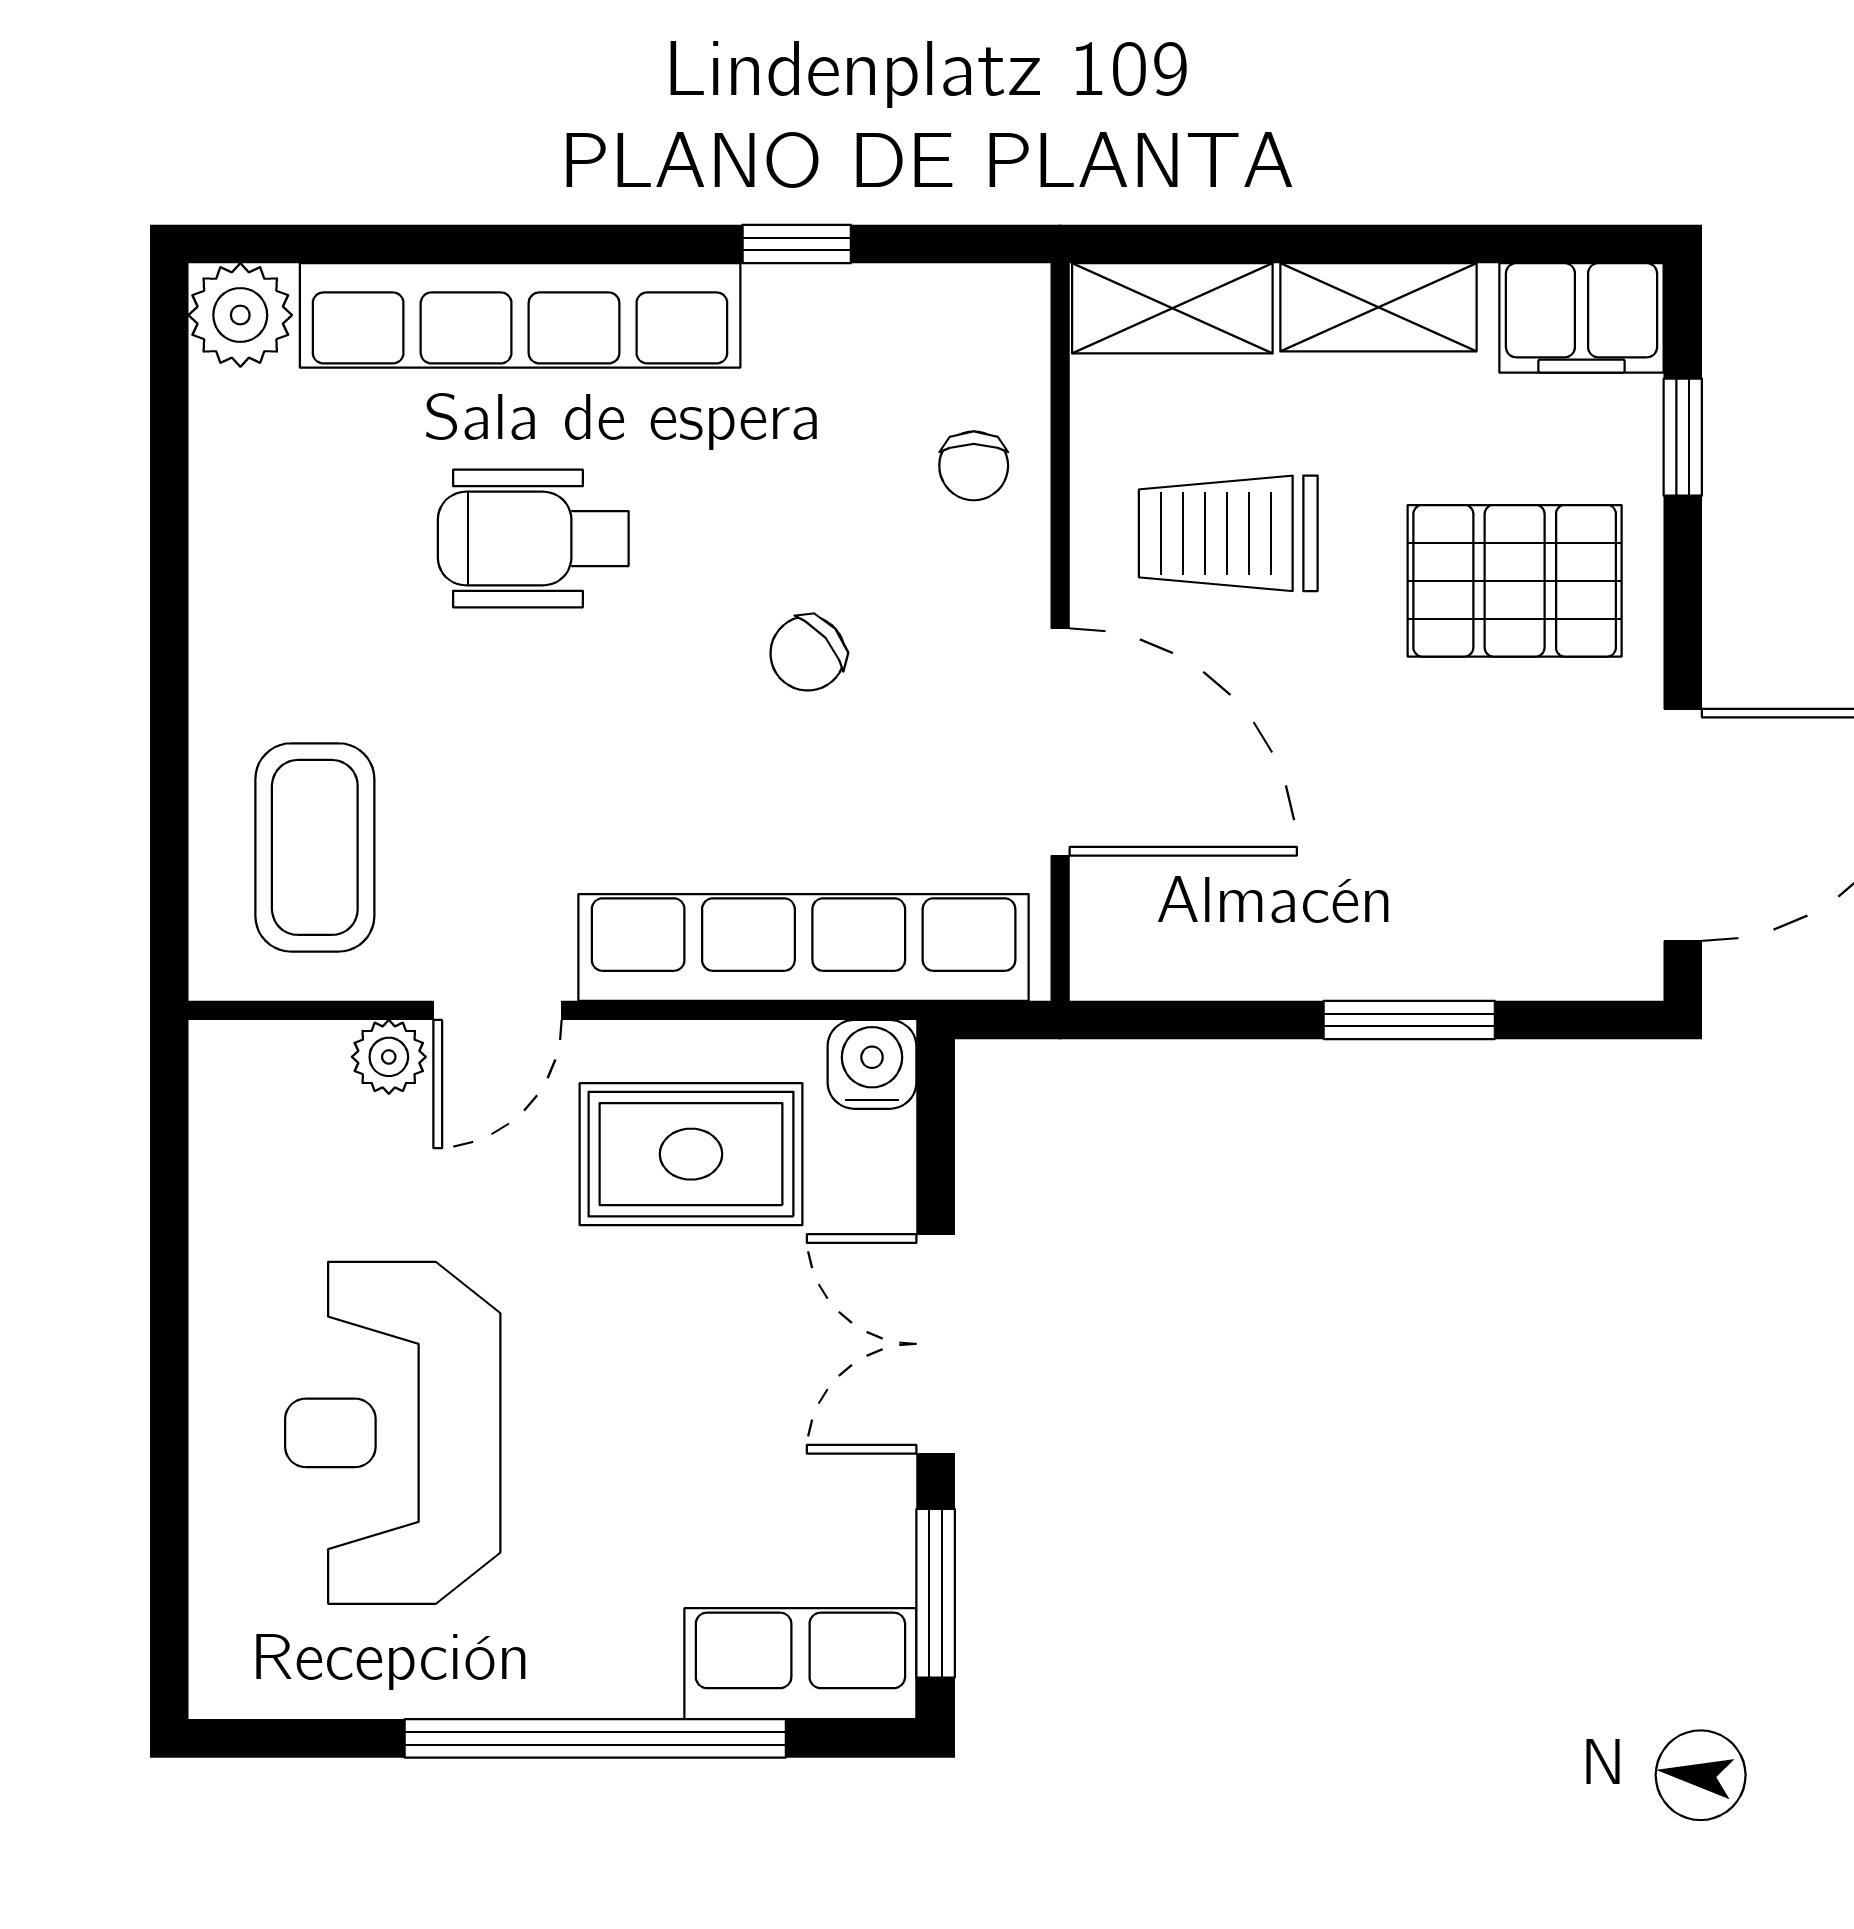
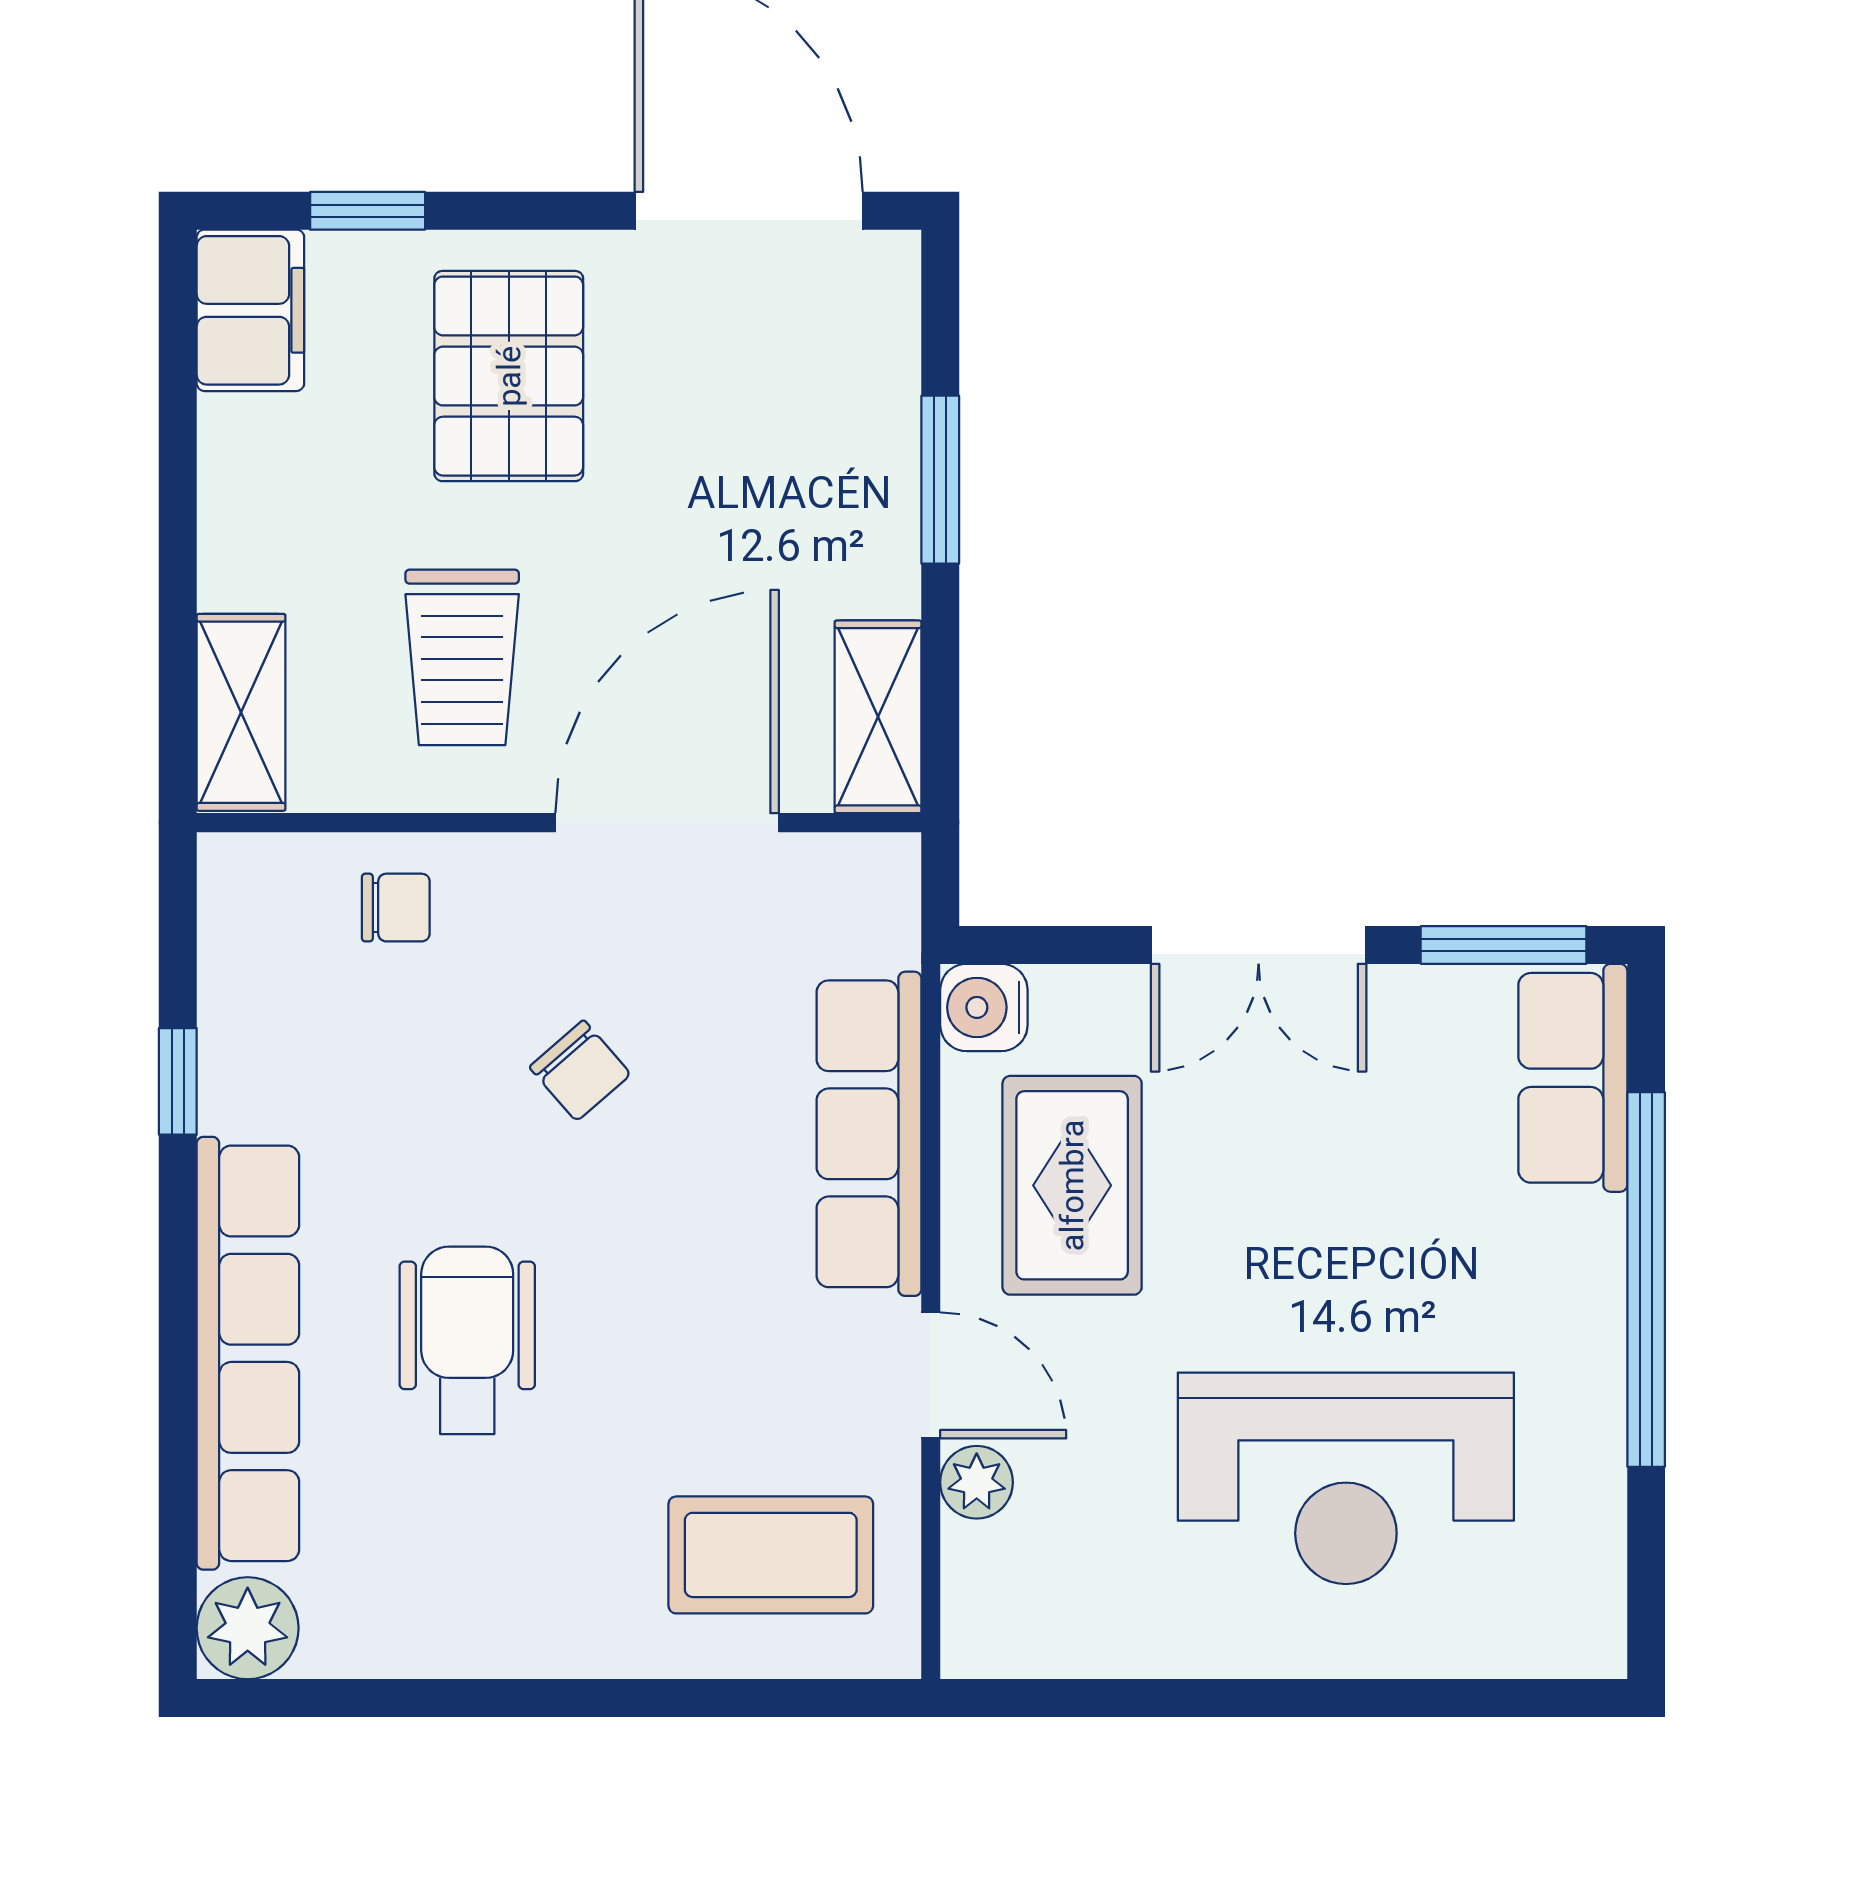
shelving: (1378, 307) -> (878, 717), moved
wheelchair: (533, 539) -> (467, 1340), turned 180
row of seats: (804, 947) -> (869, 1134), width x0.73

